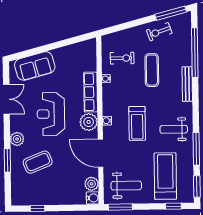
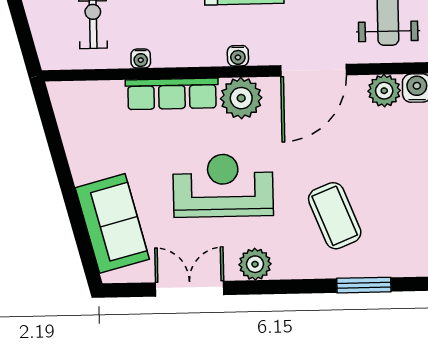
reception desk: (51, 114) -> (223, 185), turned 180
plant: (17, 139) -> (255, 264), moved
window: (7, 160) -> (364, 285), moved

